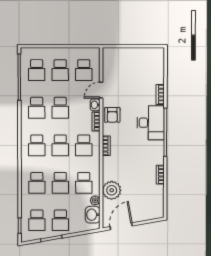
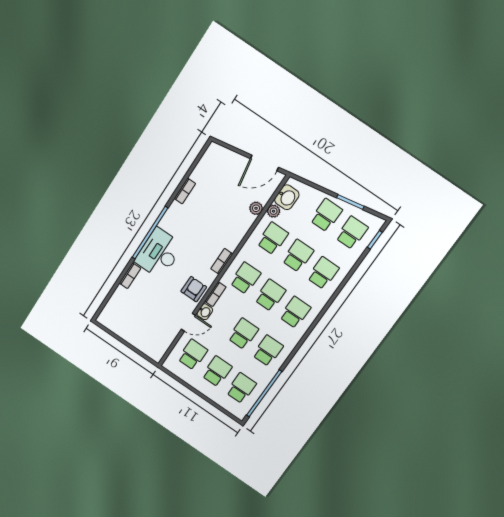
plant: (112, 190) -> (256, 208), width x0.53, depth x0.53

